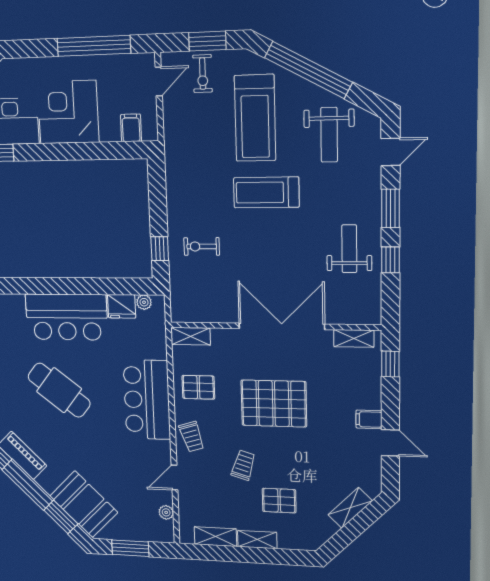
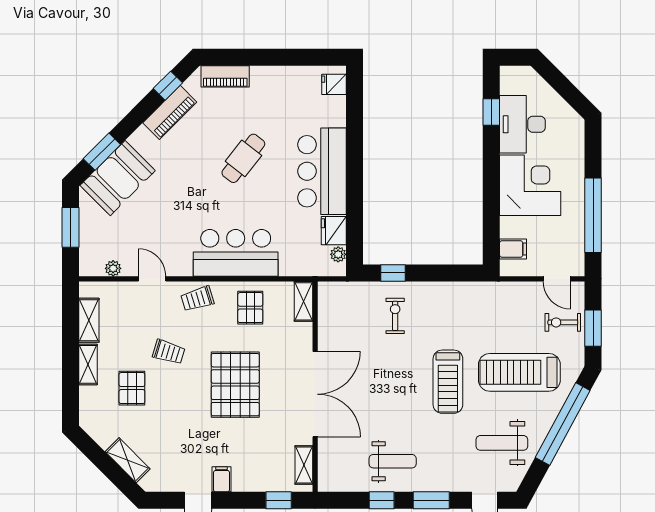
treadmill: (266, 192) -> (448, 382), turned 180
cafe table: (59, 390) -> (243, 158), width x0.73, depth x0.74

